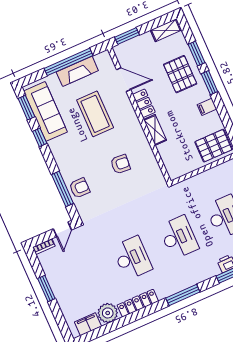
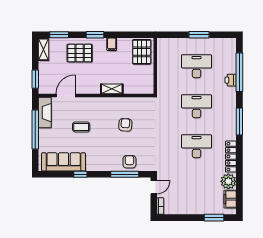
window: (197, 54) -> (59, 35), moved
fireplace: (77, 71) -> (45, 113), moved
locker: (144, 103) -> (89, 89), removed
window: (26, 108) -> (55, 174), removed
coffee table: (95, 114) -> (81, 127), width x0.54, depth x0.58
door: (62, 229) -> (154, 187), hinge flipped
window: (46, 288) -> (214, 218), moved

